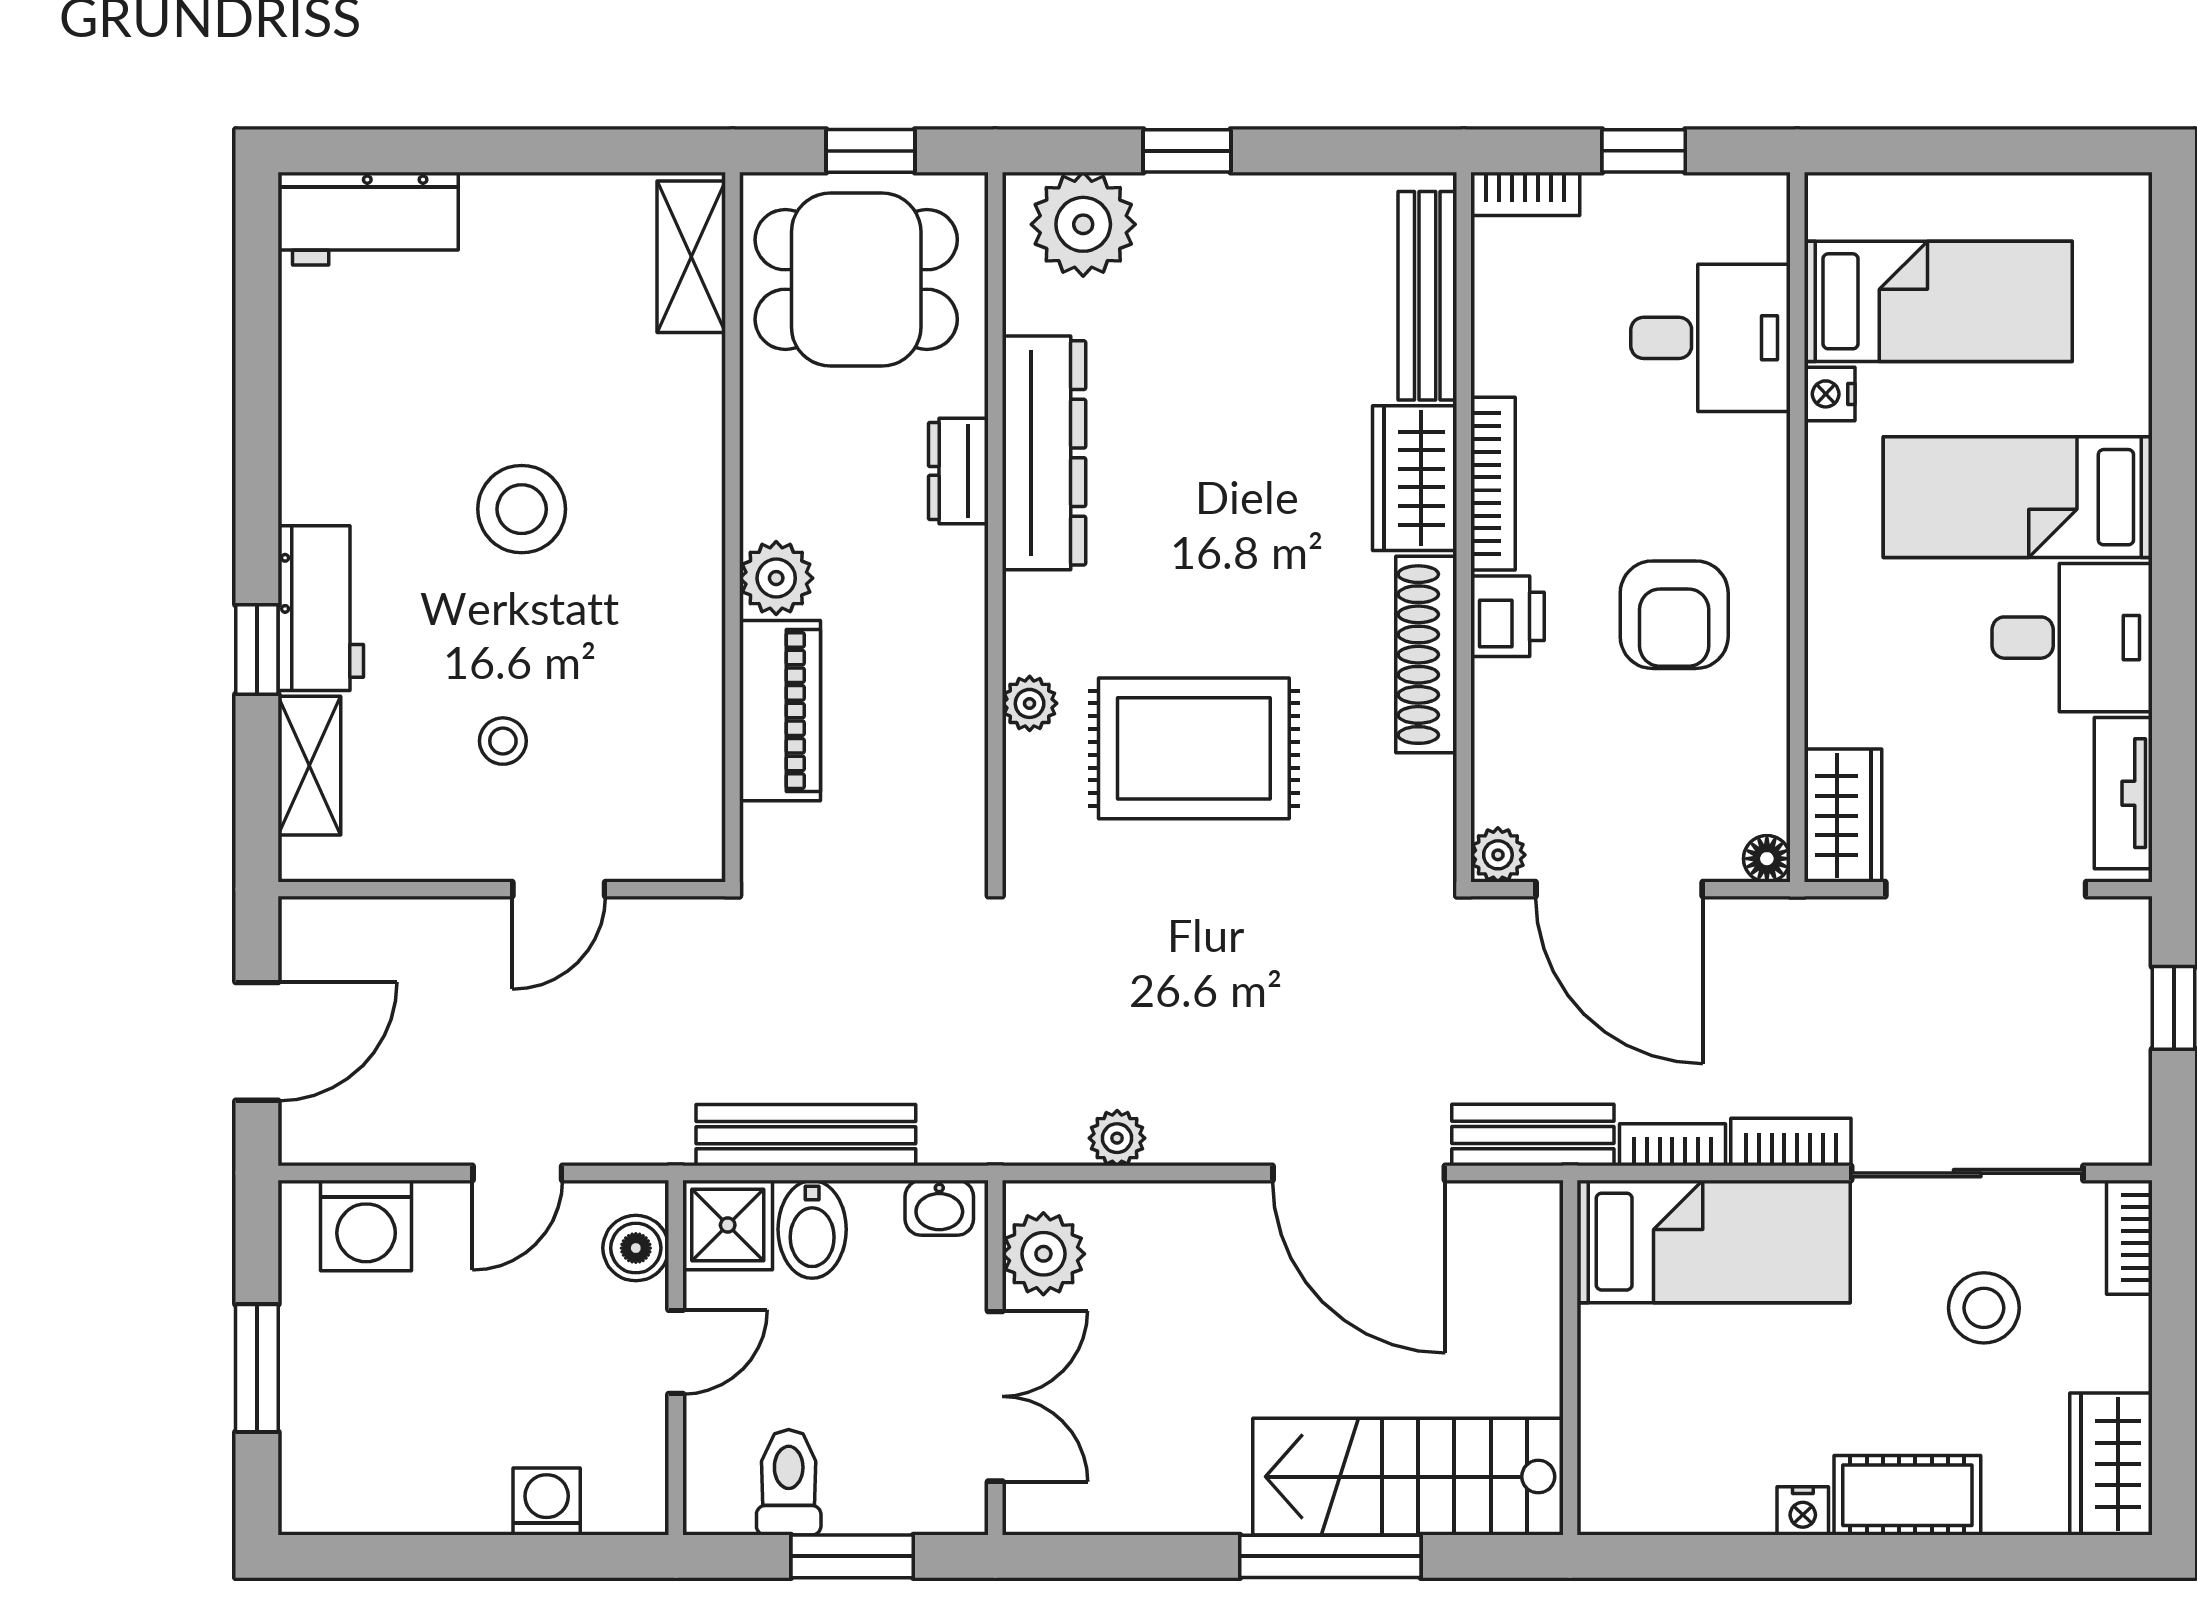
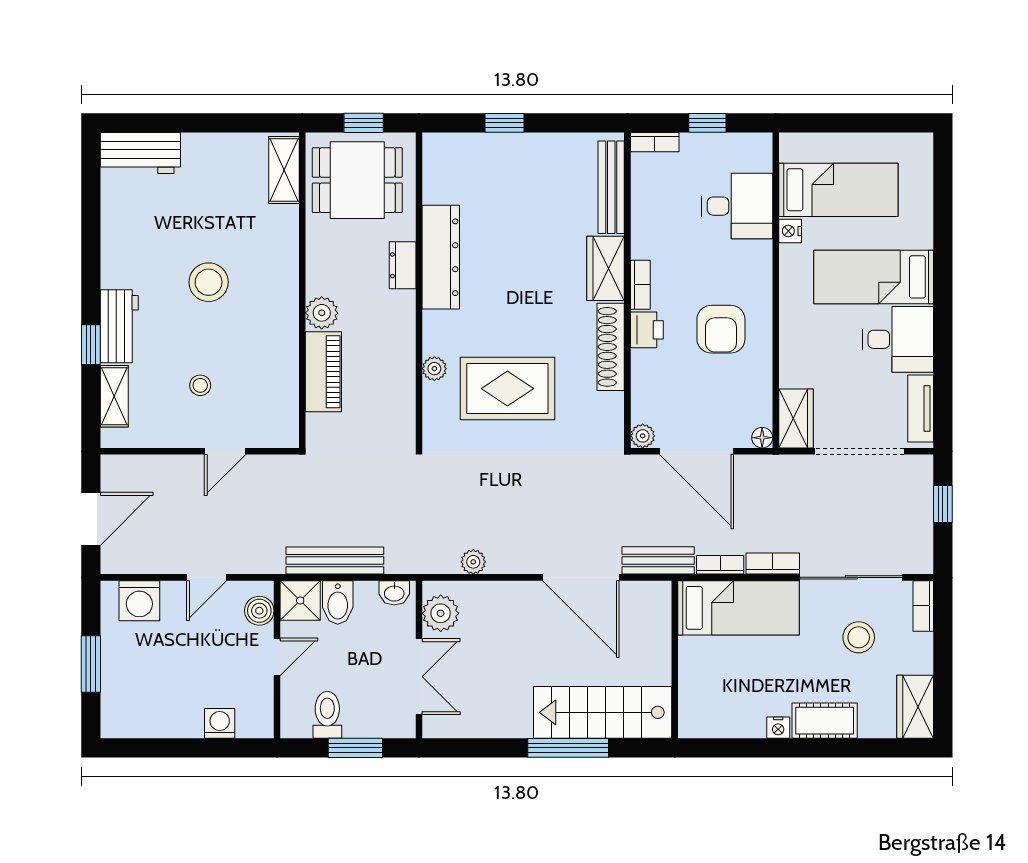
plant: (1083, 224) -> (458, 156), removed
bookcase: (1493, 484) -> (640, 285), width x0.64

